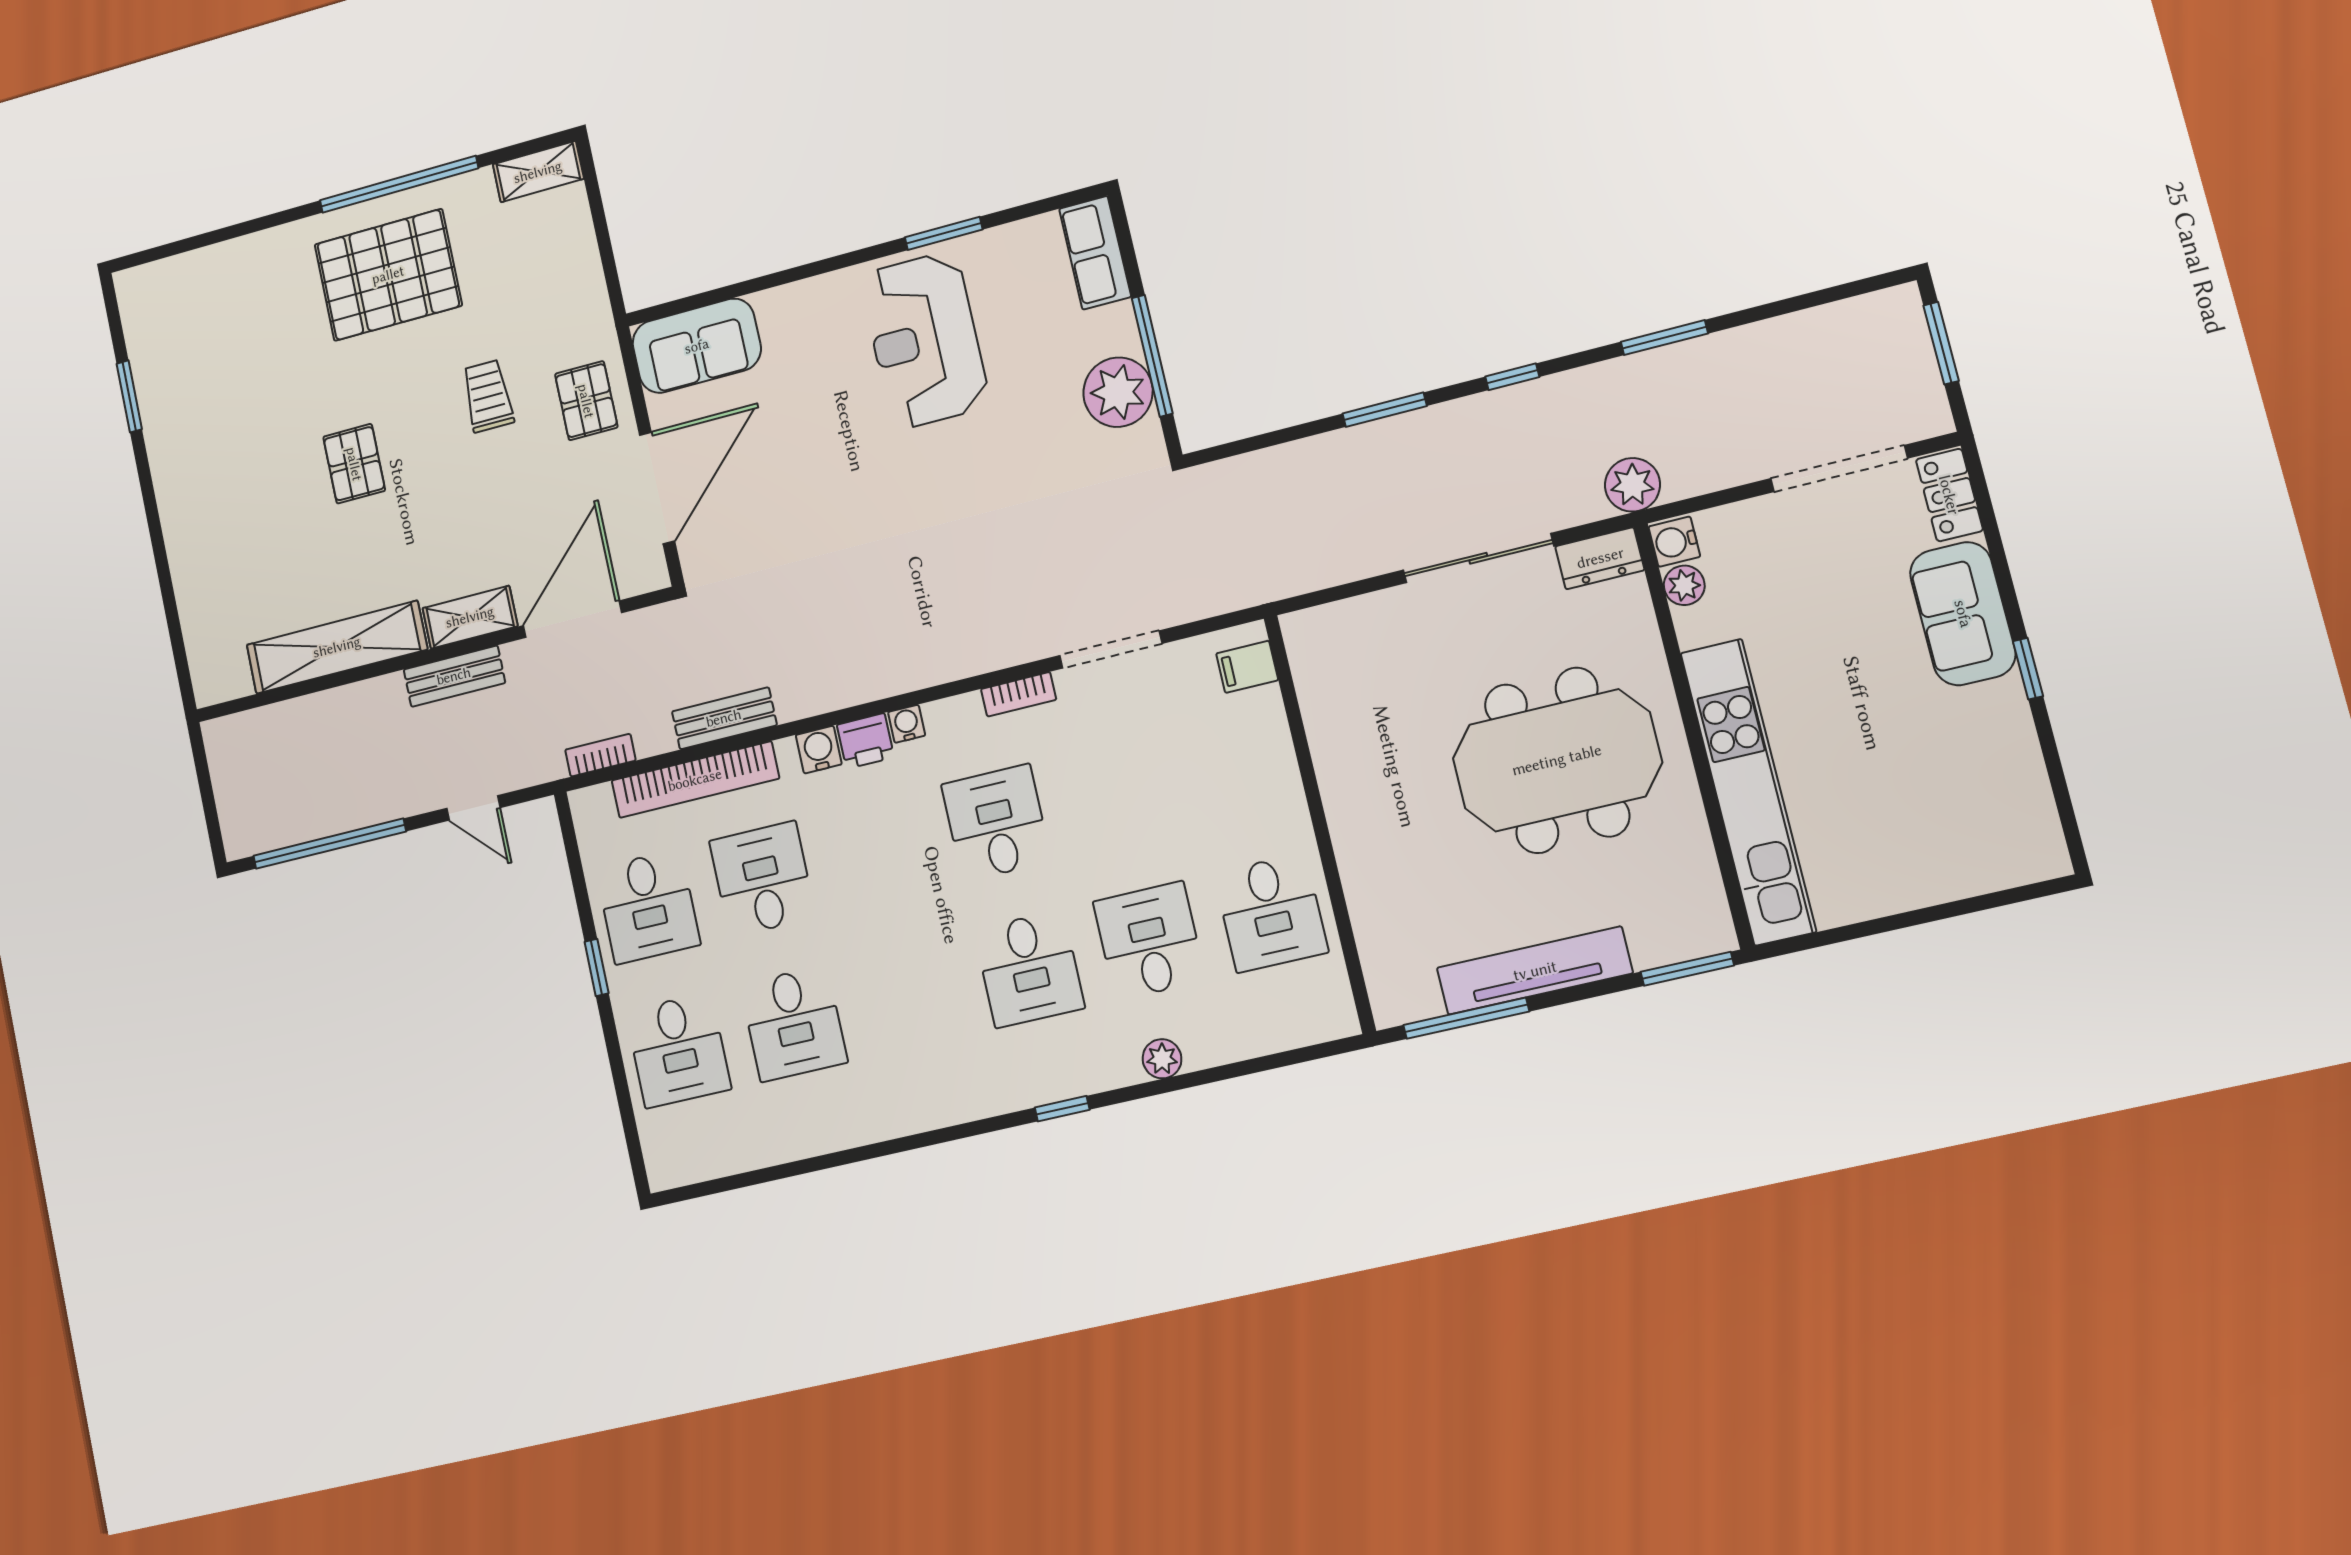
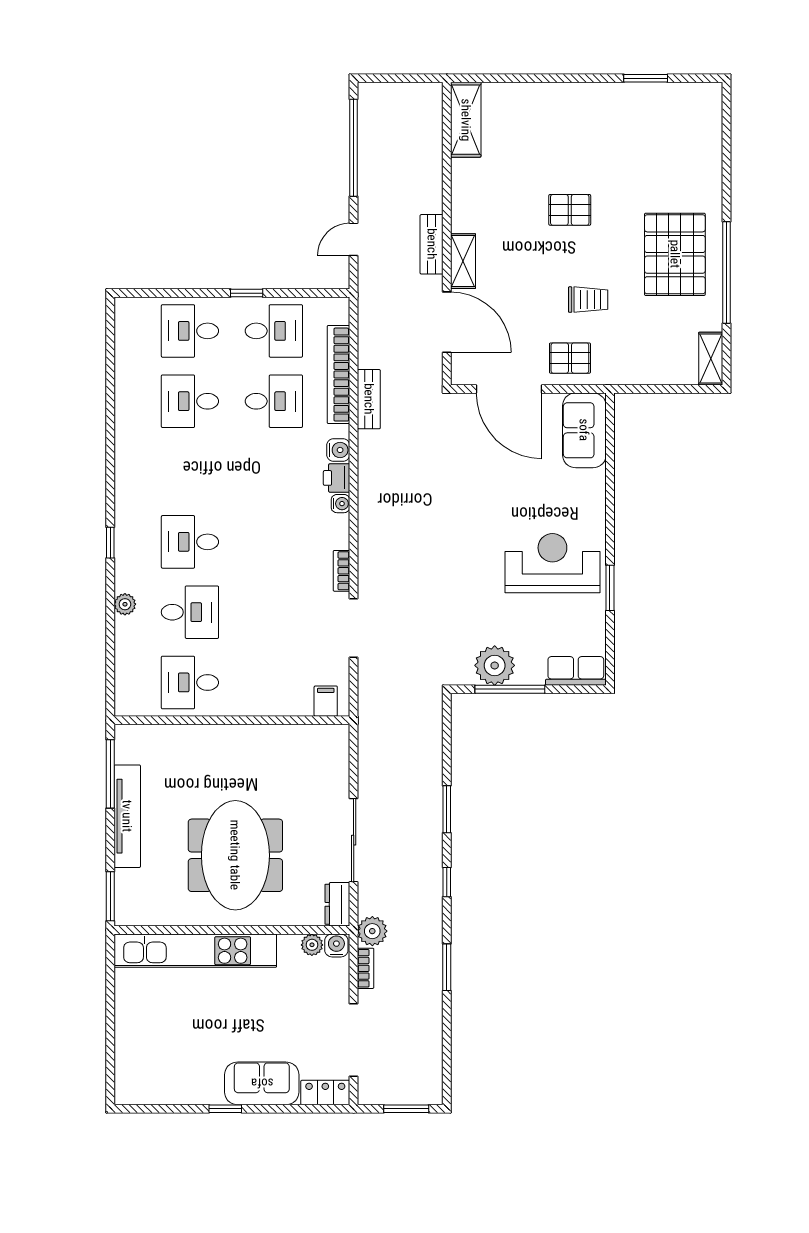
shelving: (337, 647) -> (466, 120), moved, width x0.68
bookcase: (600, 755) -> (366, 968), moved
desk: (996, 823) -> (274, 542), removed
desk: (648, 907) -> (274, 331), turned 180

